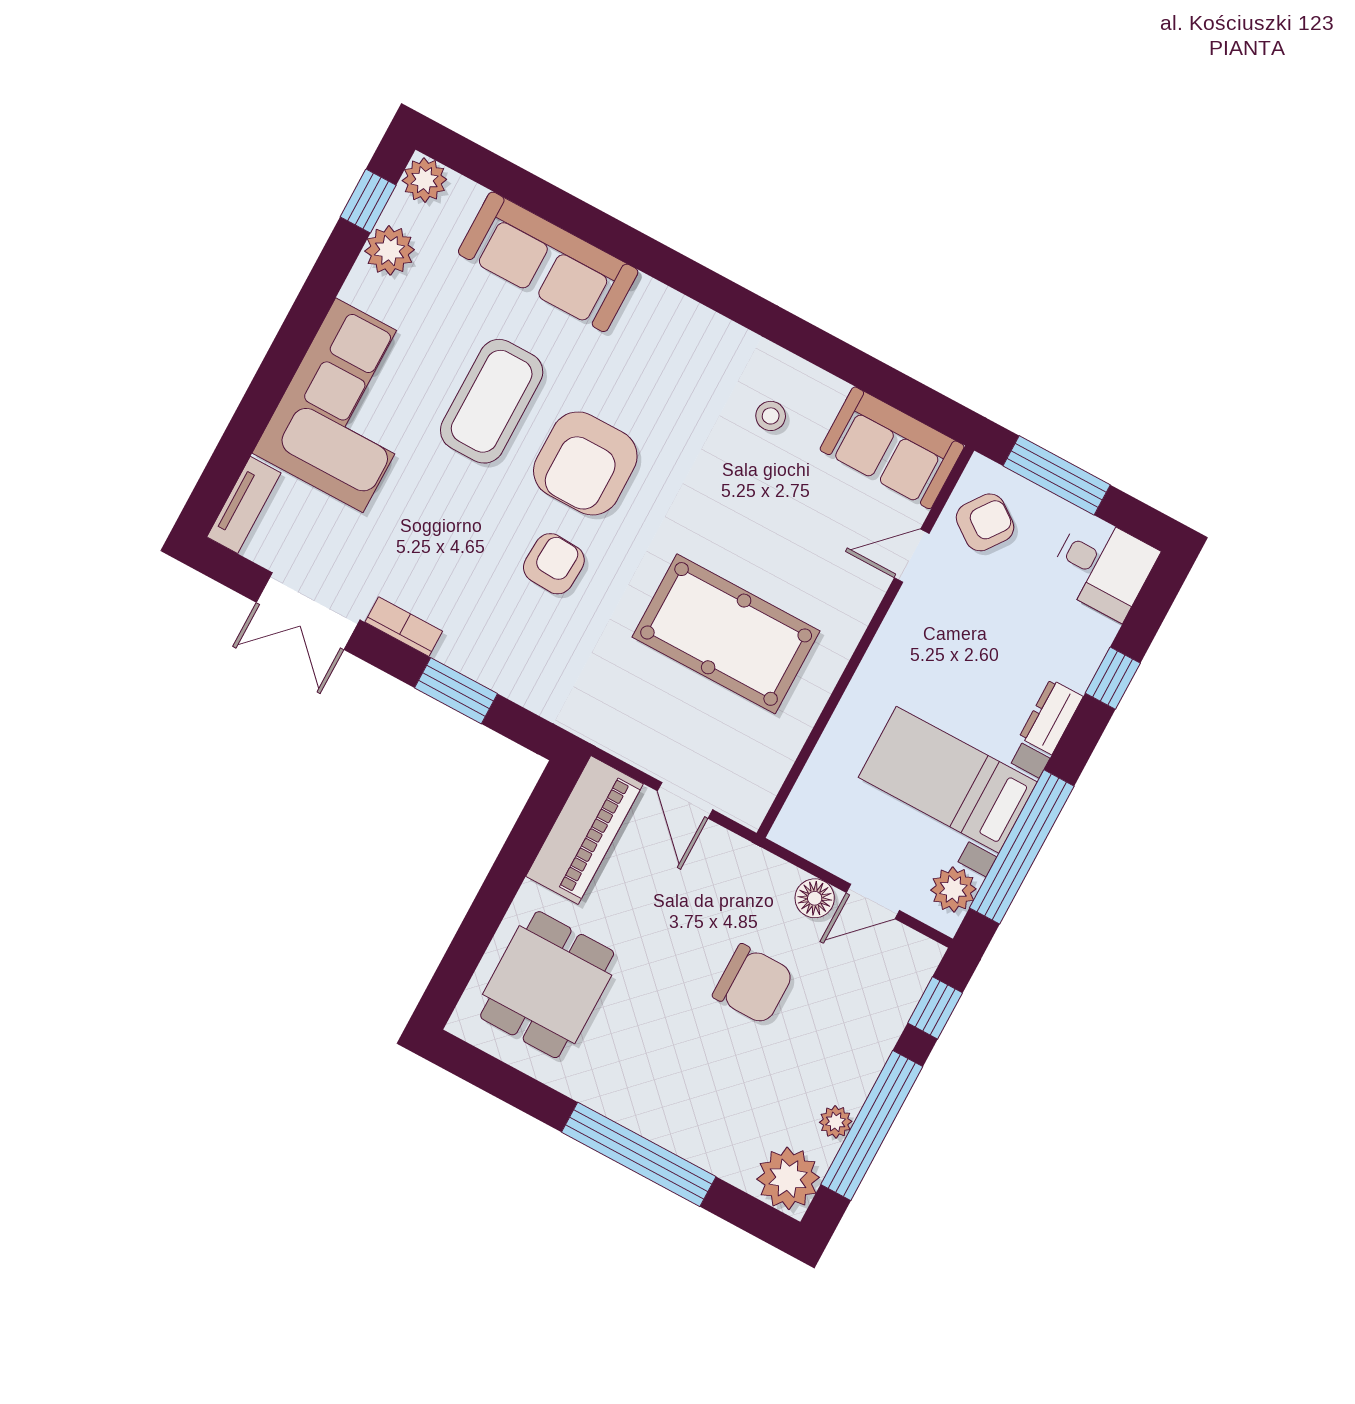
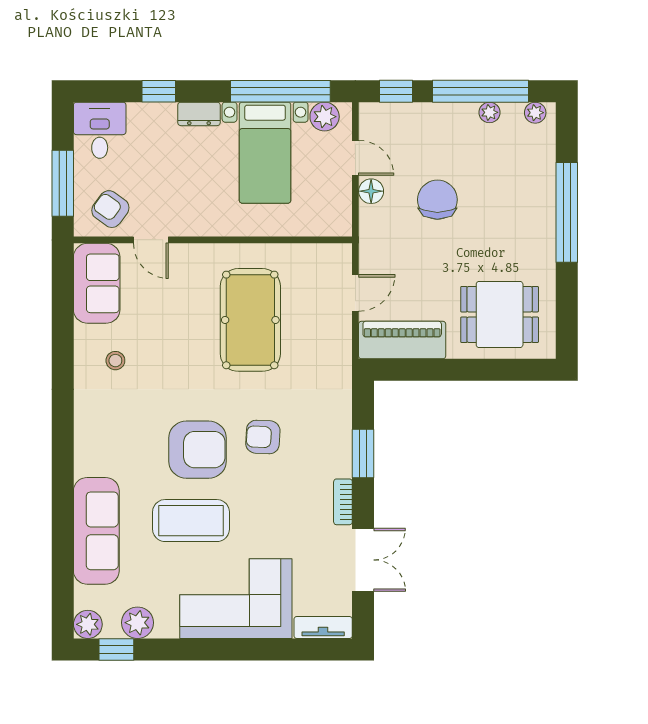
plant: (788, 1178) -> (535, 113), width x0.53, depth x0.53

